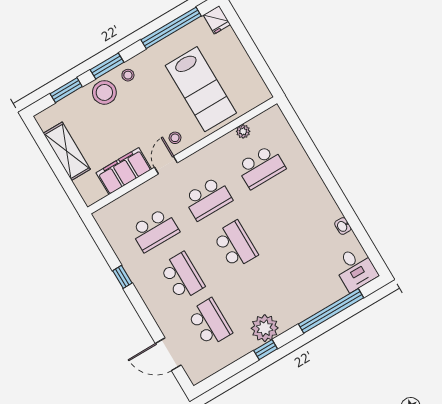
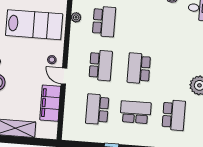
school desk: (155, 230) -> (97, 109), turned 180
school desk: (235, 245) -> (139, 68), turned -90
school desk: (210, 323) -> (174, 115), turned 90

